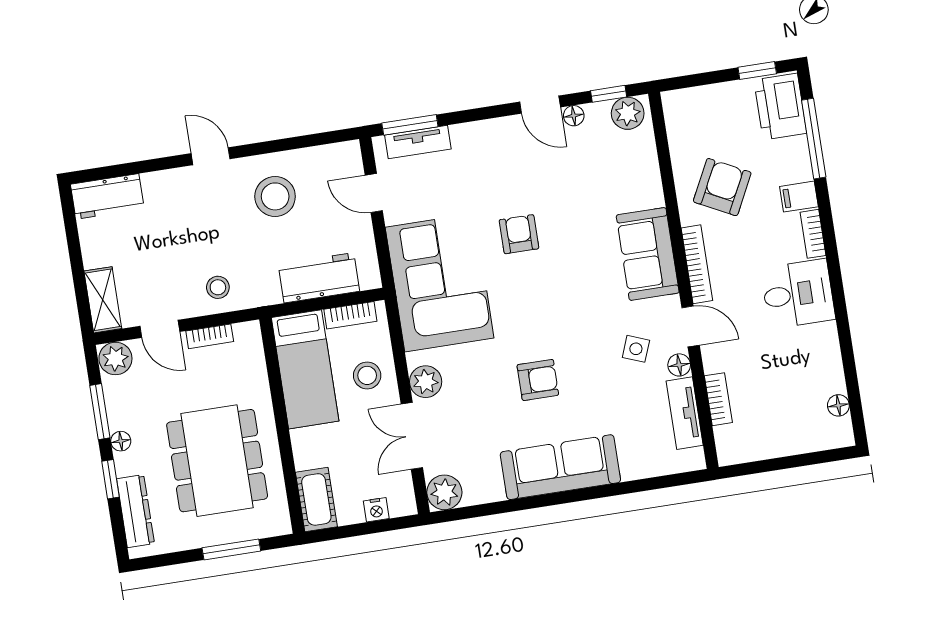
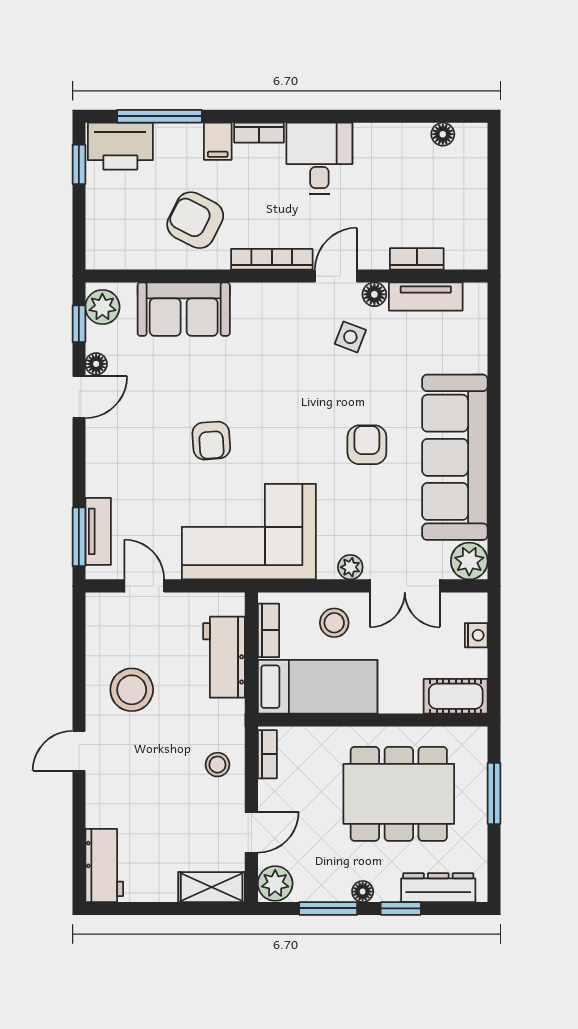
door: (374, 193) -> (144, 586), swing flipped
armchair: (519, 234) -> (211, 441), turned -94
sofa: (648, 254) -> (184, 309), moved
bookcase: (210, 336) -> (267, 754), moved
plant: (426, 382) -> (350, 567), width x0.73, depth x0.73
sofa: (560, 467) -> (455, 457), width x1.36, depth x1.27

